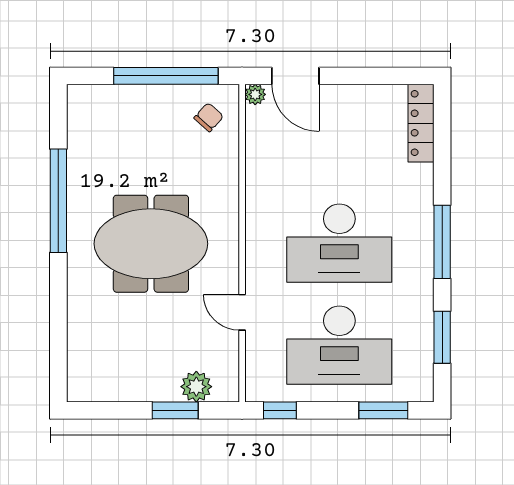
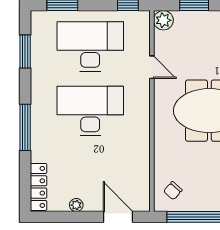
plant: (255, 94) -> (76, 205), moved
window: (442, 242) -> (25, 127), moved
plant: (196, 387) -> (163, 20), moved

